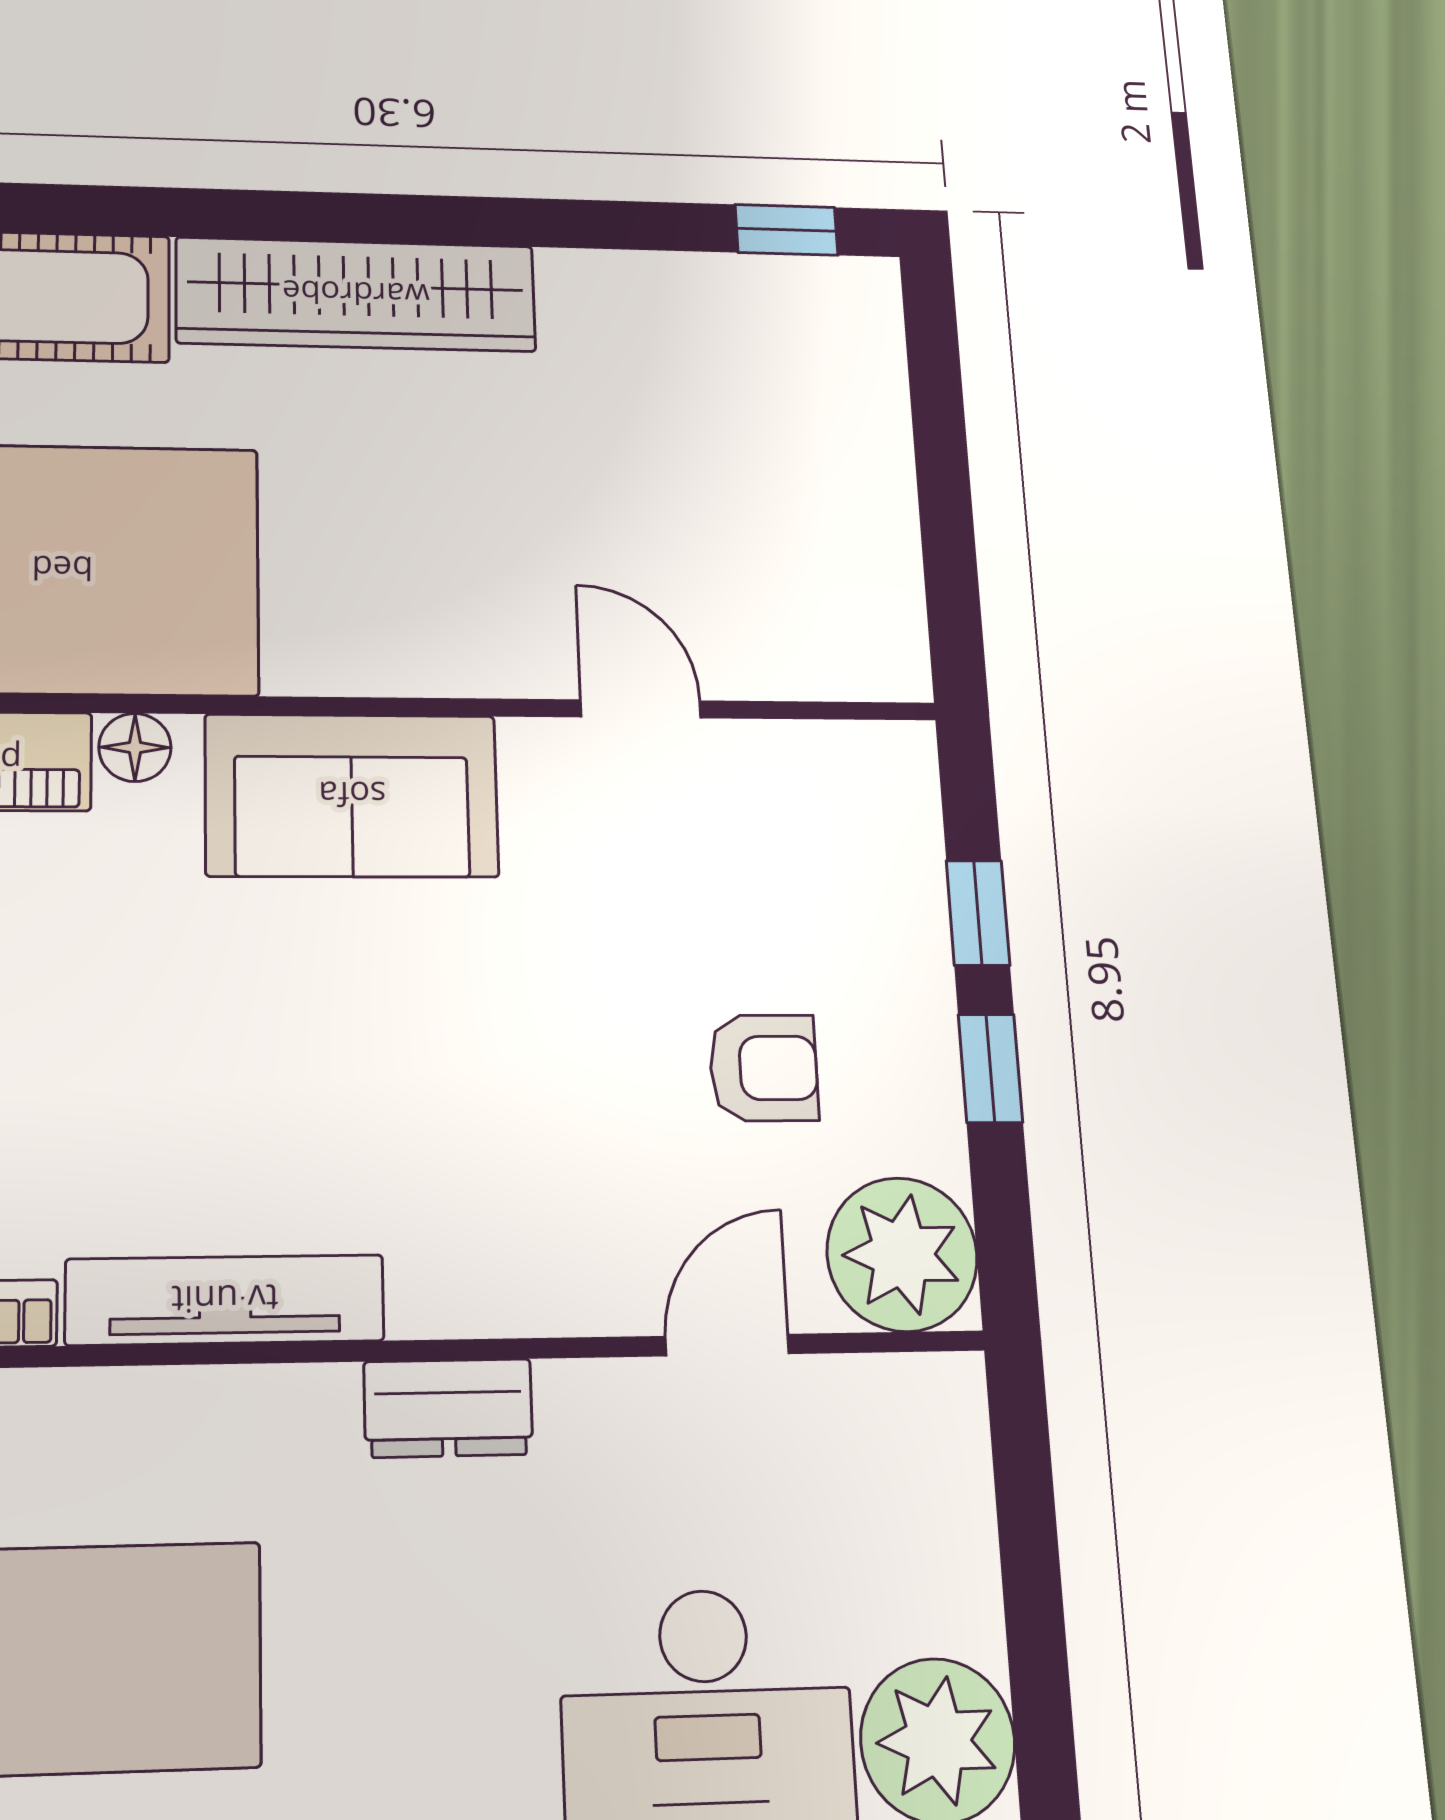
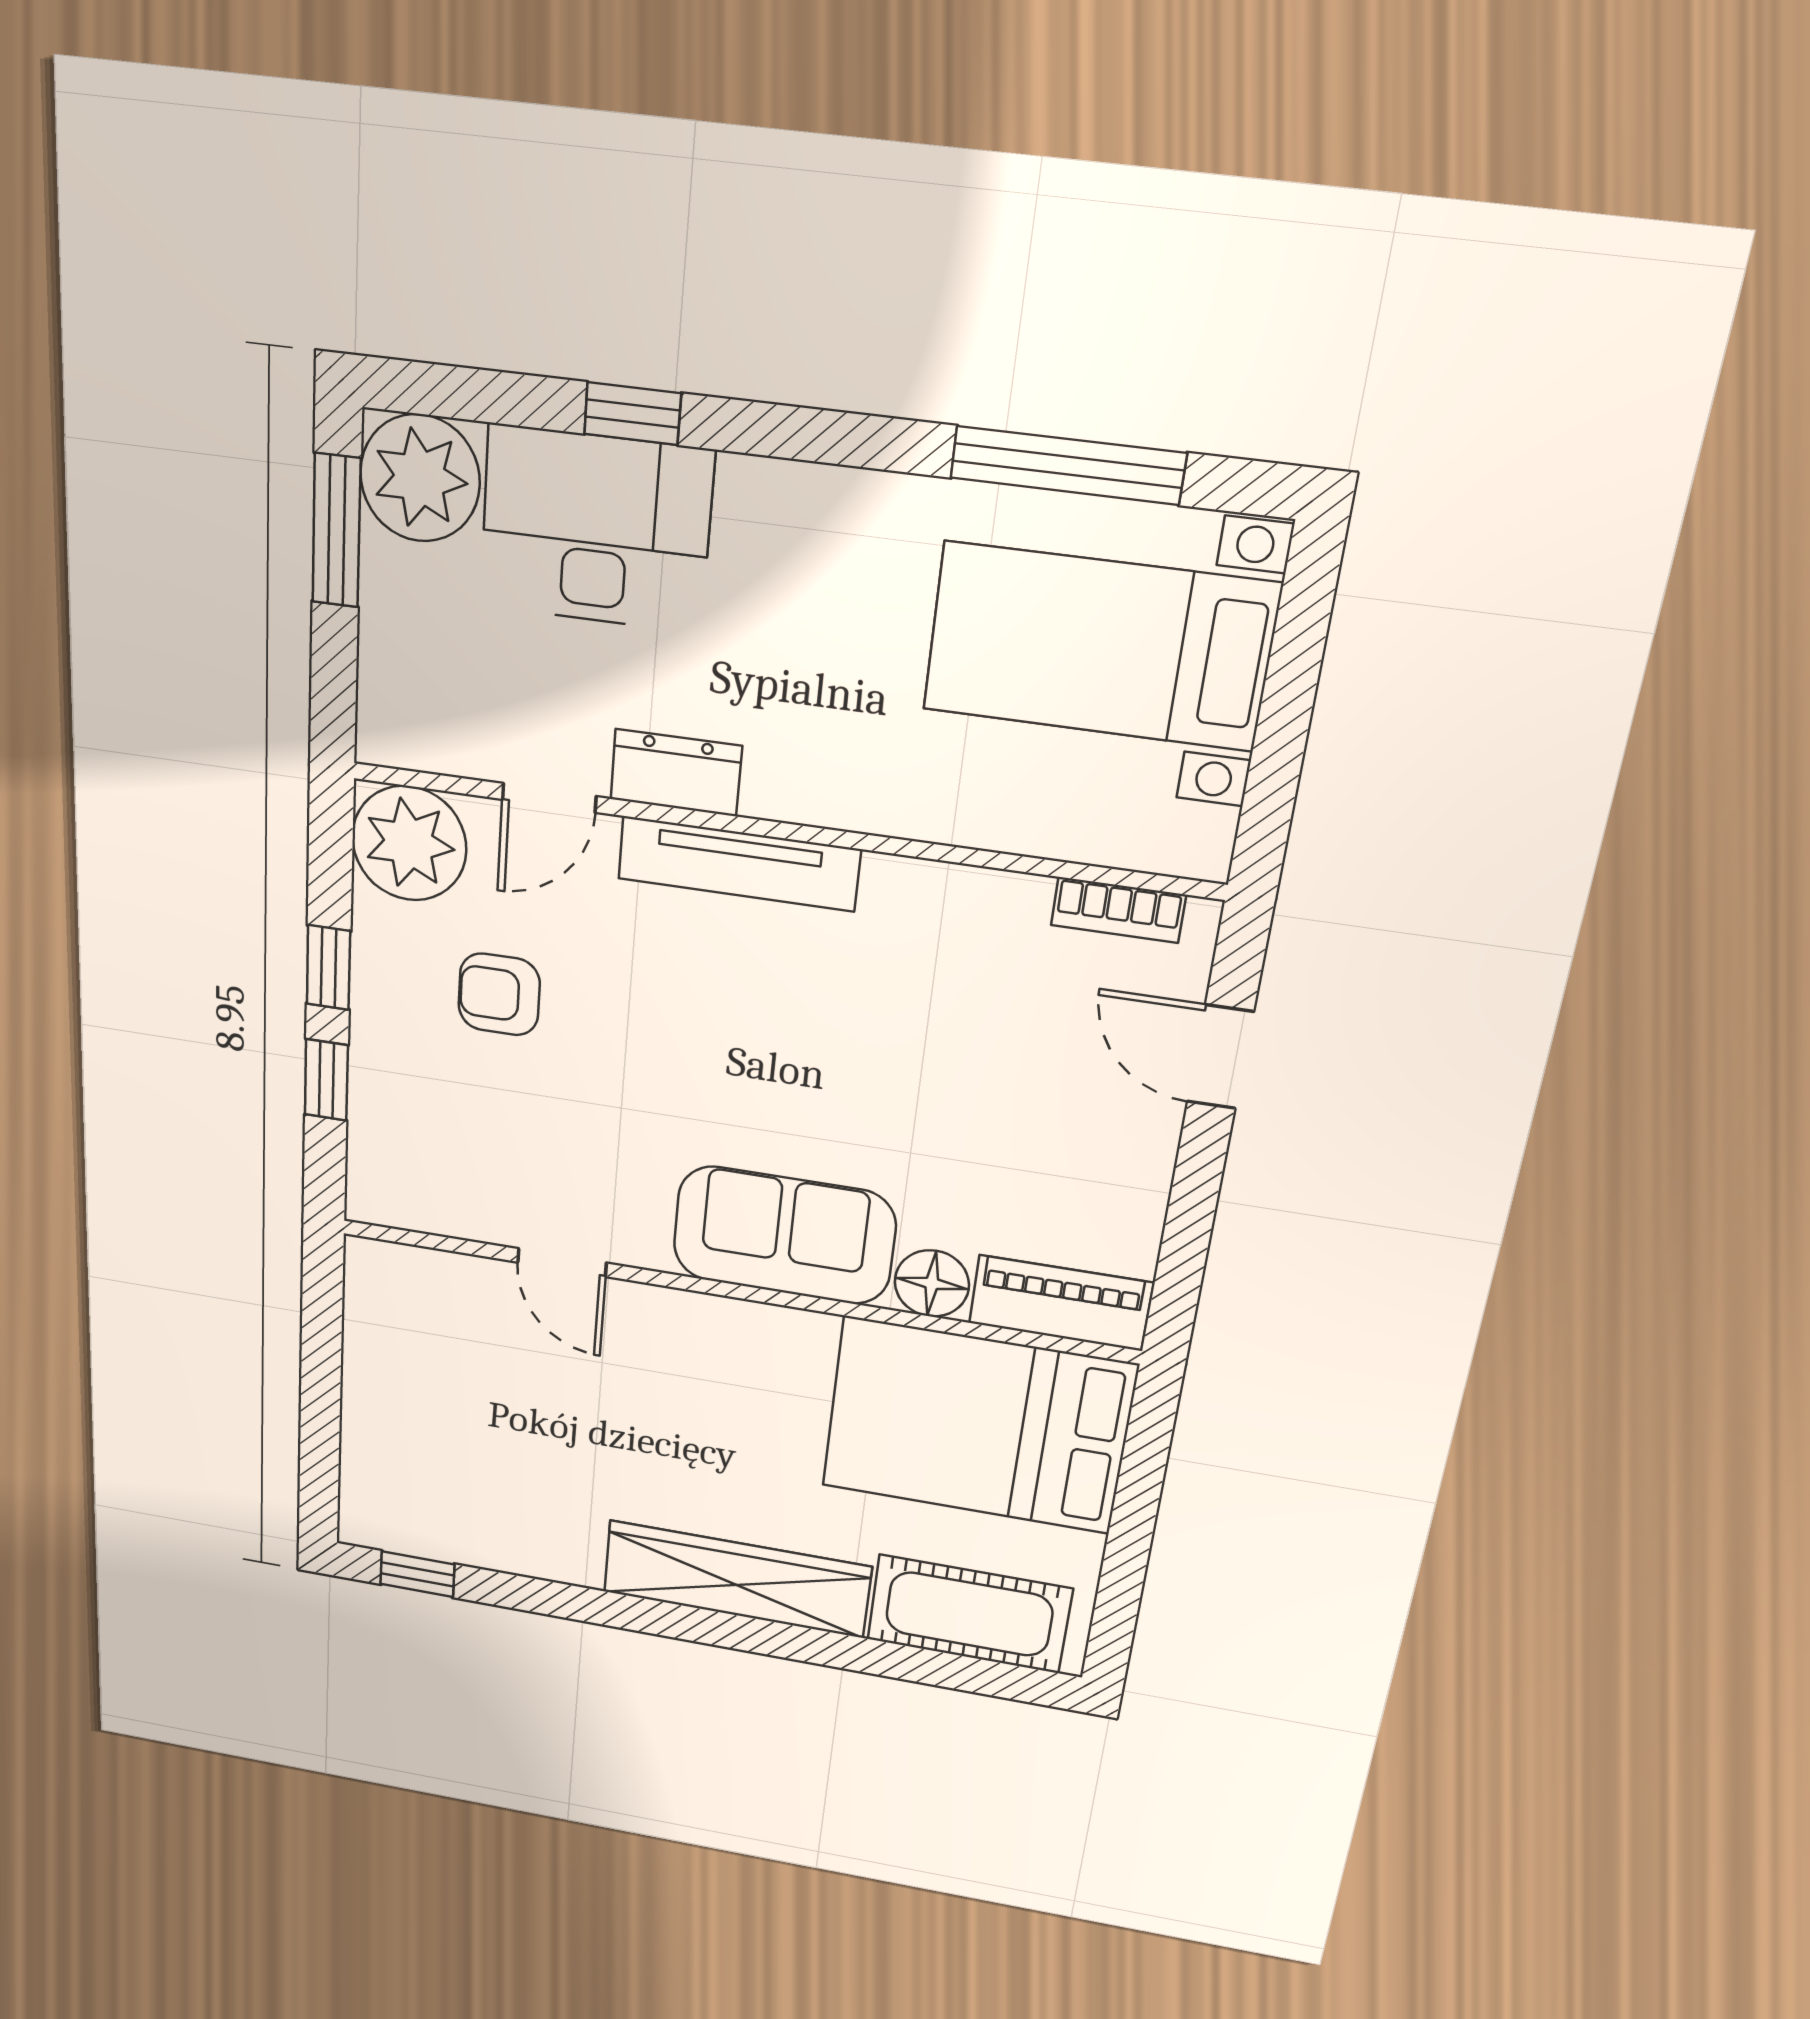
floor lamp: (135, 747) -> (932, 1283), width x1.37, depth x1.37
tv unit: (225, 1300) -> (739, 864), moved
dresser: (448, 1408) -> (676, 773), moved
window: (1038, 1655) -> (336, 531), added

